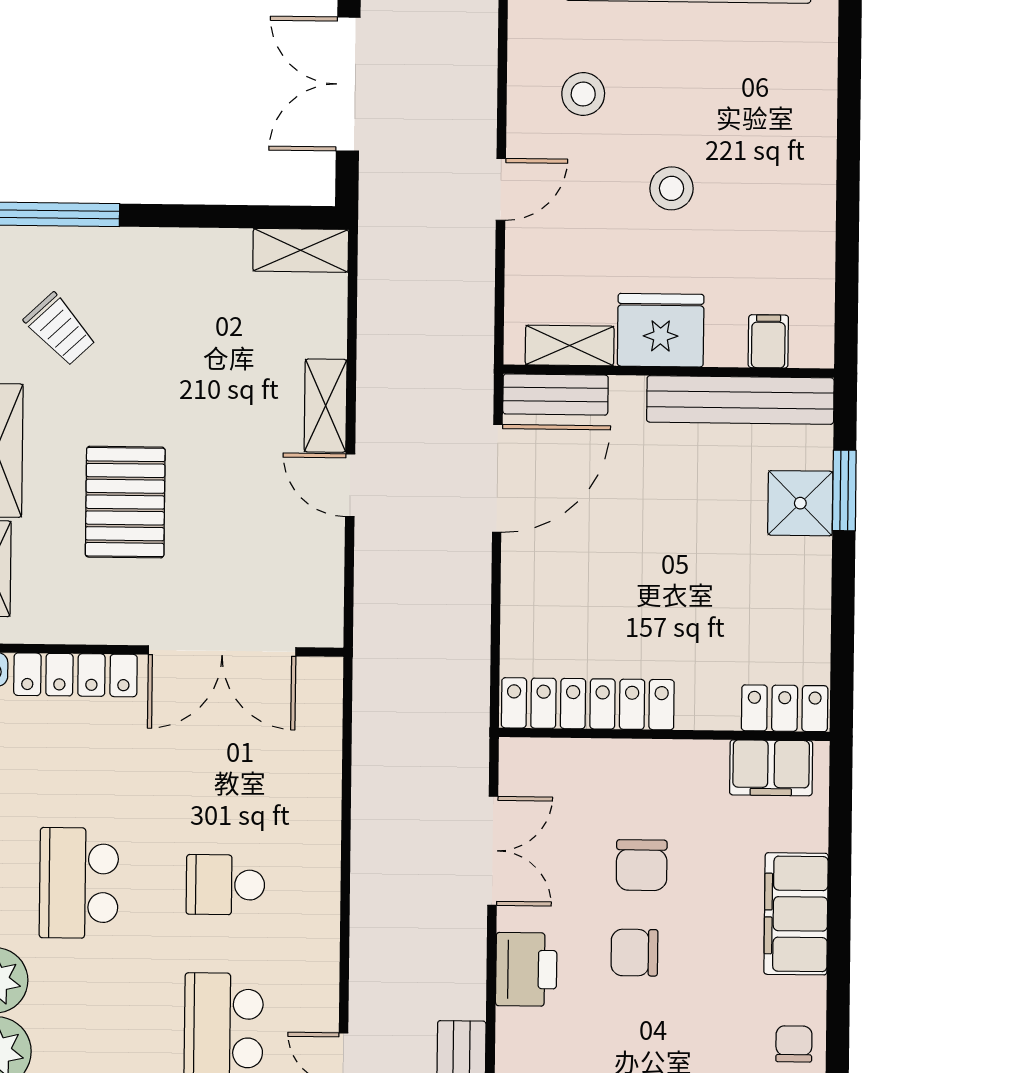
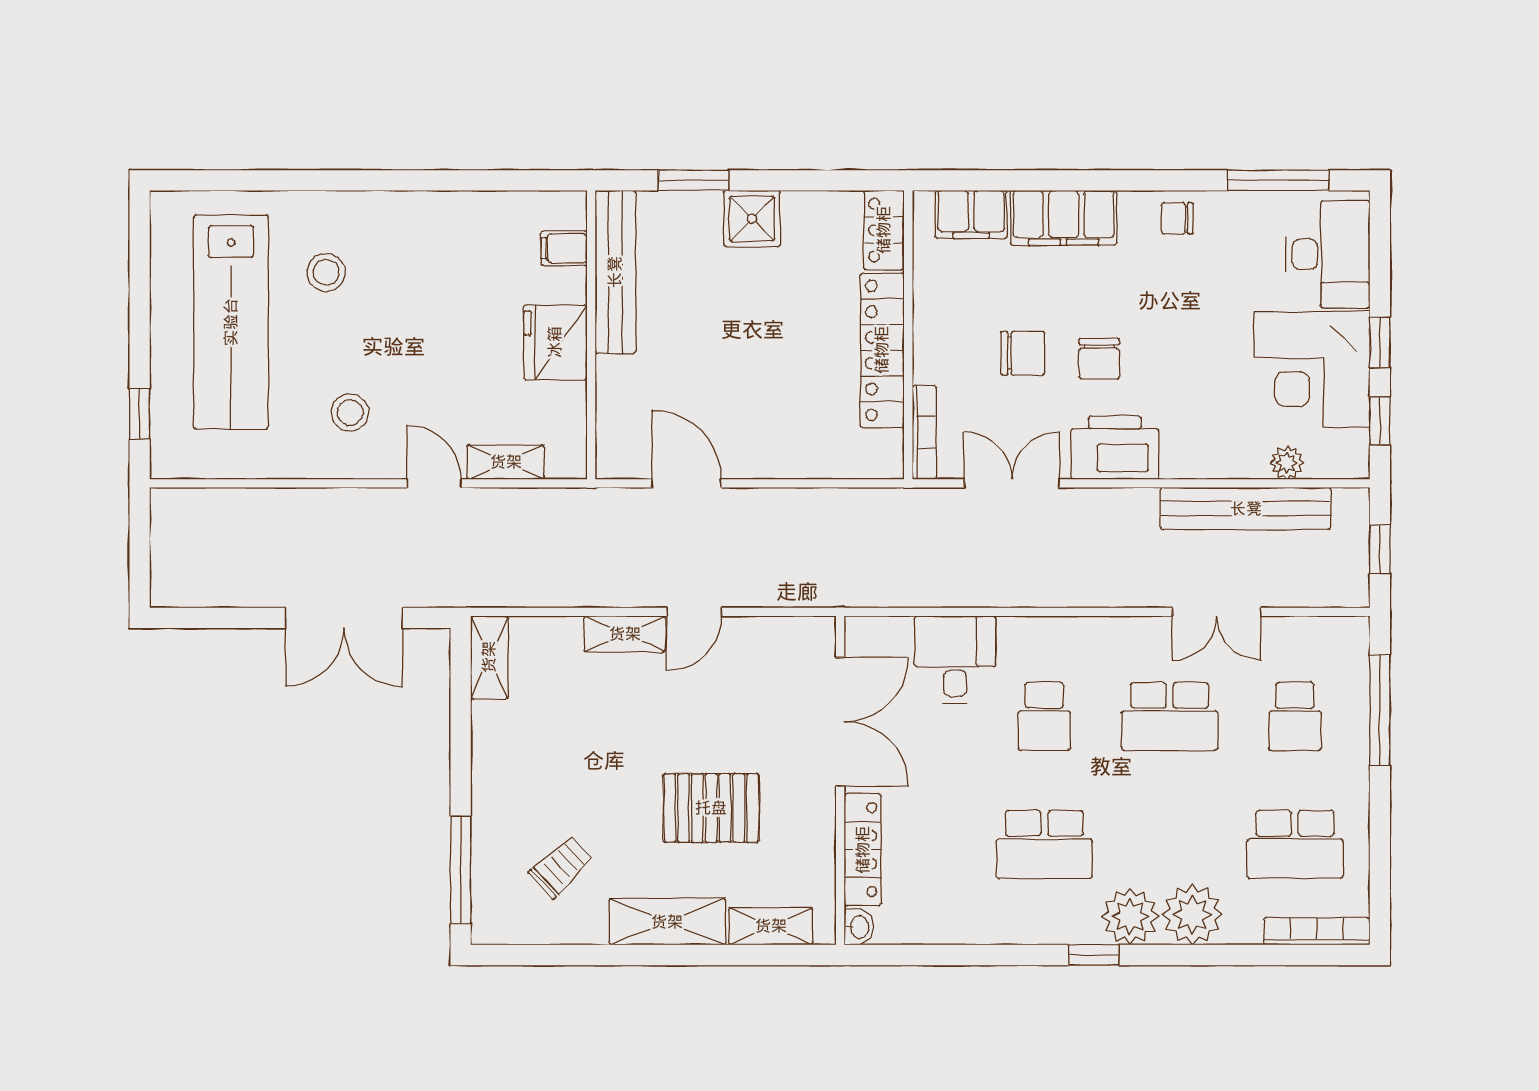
stool: (672, 188) -> (326, 272), moved
shelving: (570, 346) -> (506, 462), moved, turned 90
bench: (555, 395) -> (613, 433), removed
door: (497, 478) -> (687, 483), width x0.73
shower: (800, 503) -> (752, 219), moved
locker: (588, 704) -> (882, 350), moved
bookcase: (552, 751) -> (924, 432), added
filing cabinet: (771, 768) -> (971, 214), moved, turned 90
desk: (292, 783) -> (955, 660), added
printer: (526, 969) -> (1115, 448), width x1.37, depth x1.19

